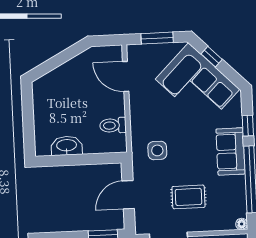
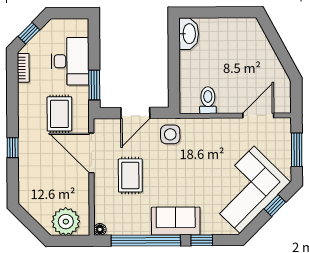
washbasin: (67, 146) -> (189, 34), moved
side table: (157, 150) -> (170, 134), moved
door: (128, 195) -> (135, 113), swing flipped

